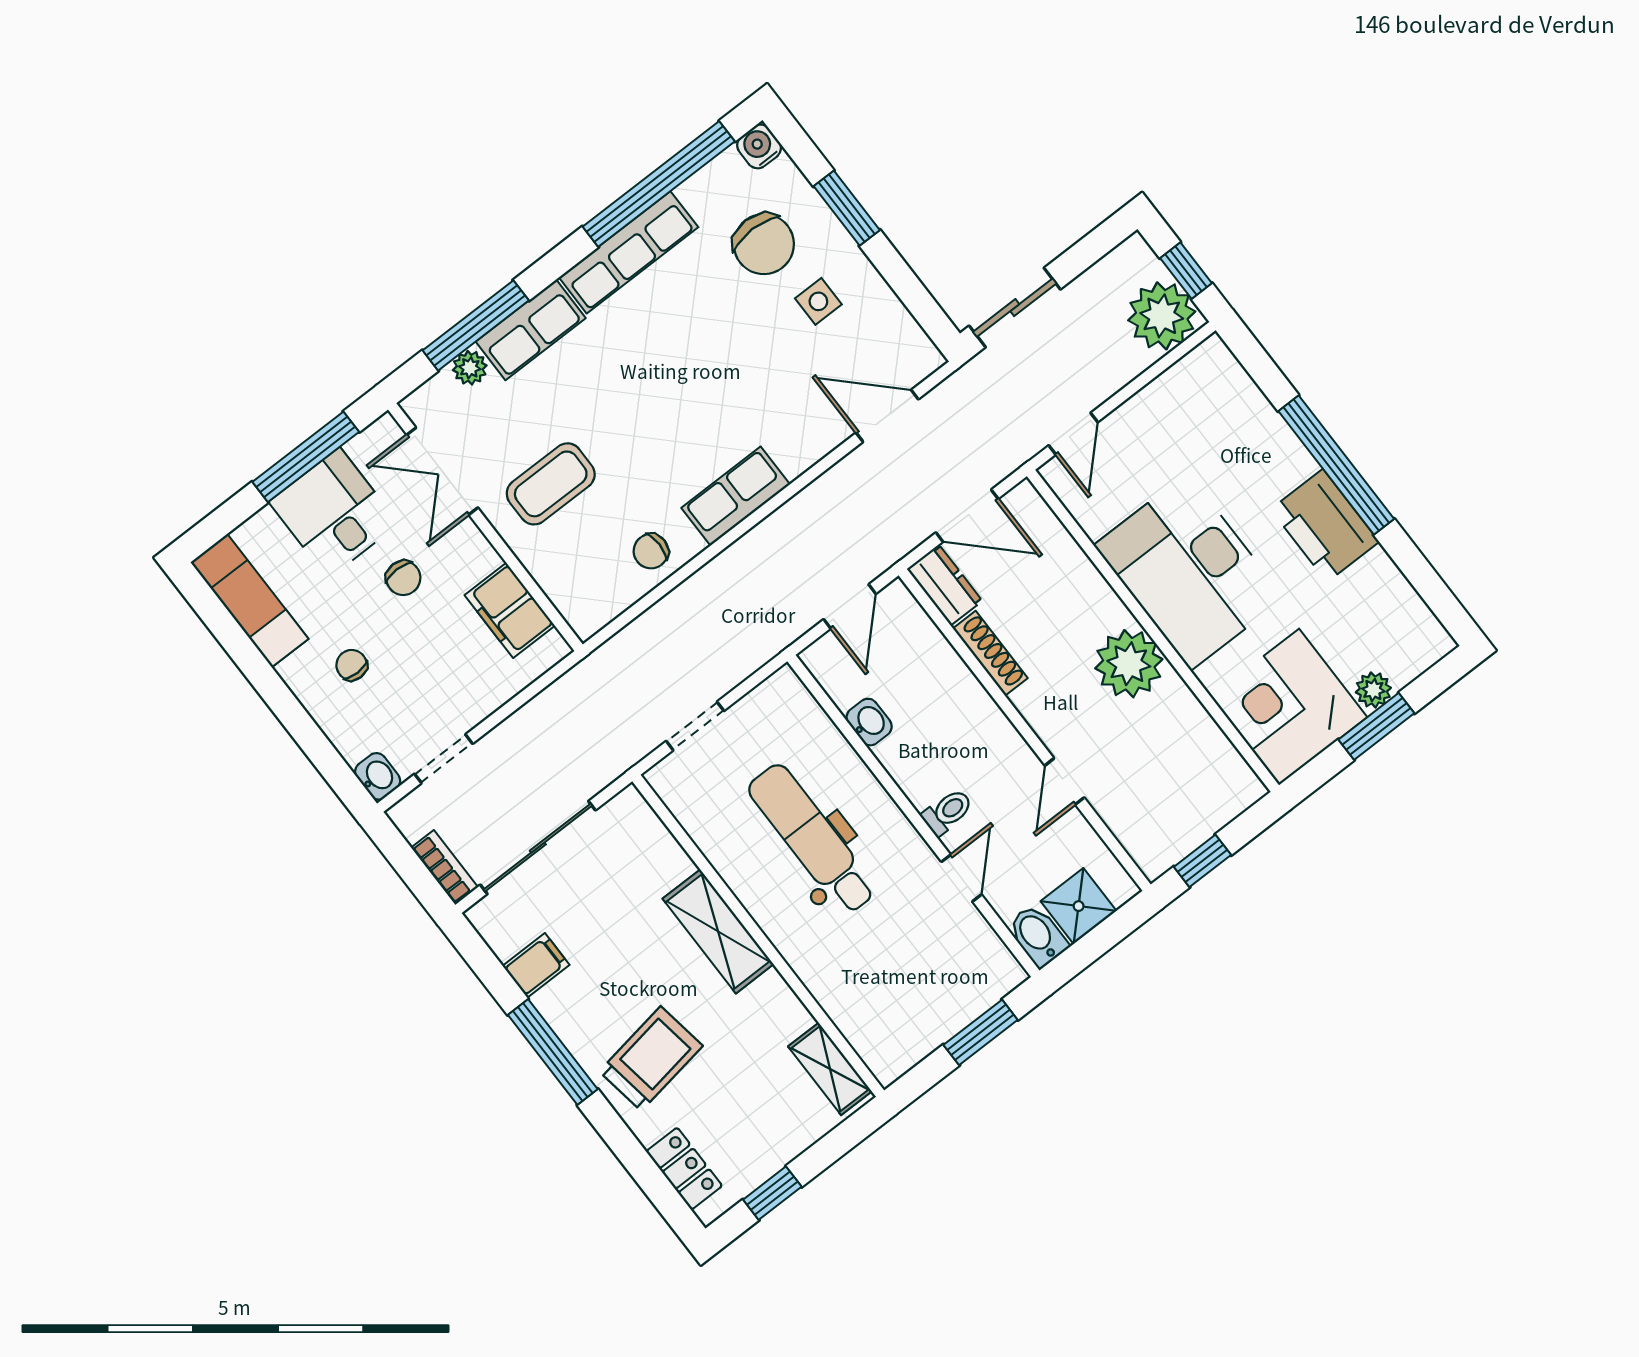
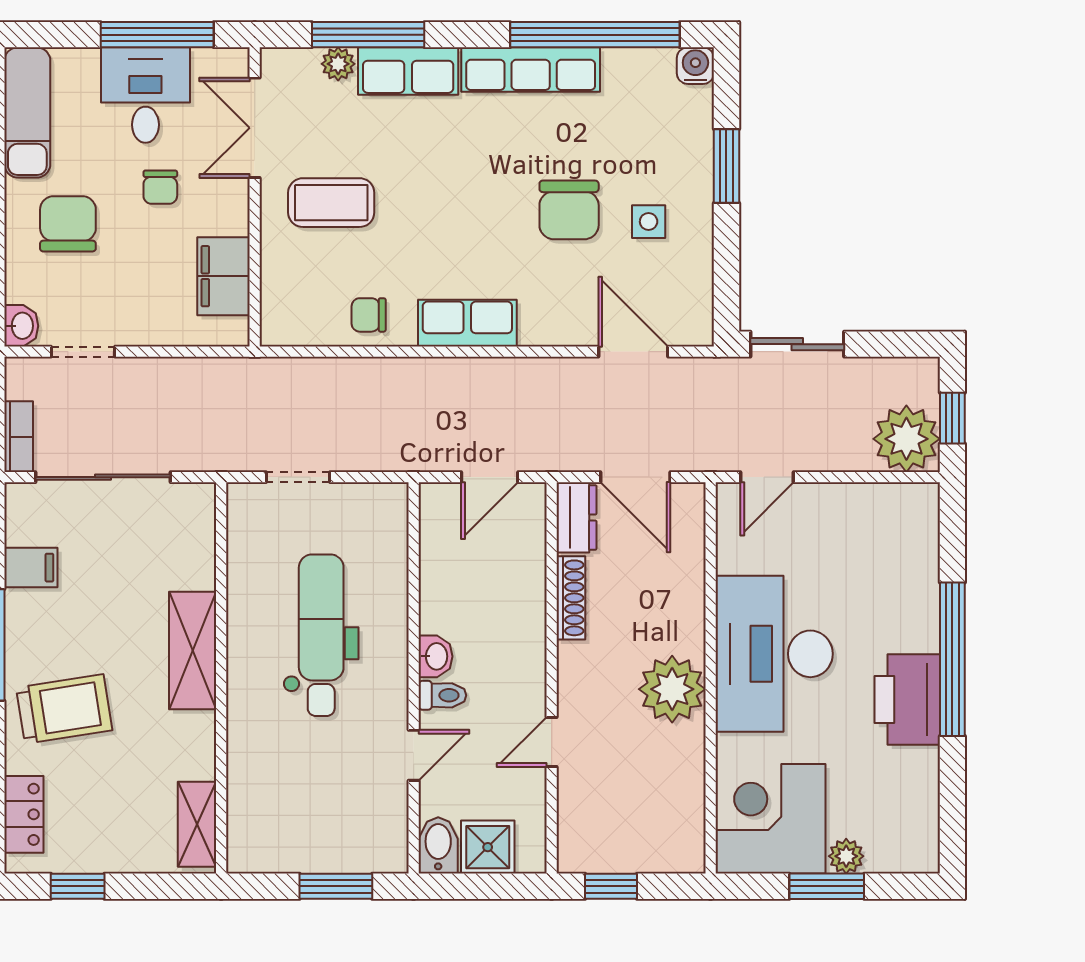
chair: (764, 244) -> (569, 210), moved
chair: (352, 665) -> (68, 224), width x1.87, depth x1.87
washbasin: (869, 722) -> (436, 656), moved

